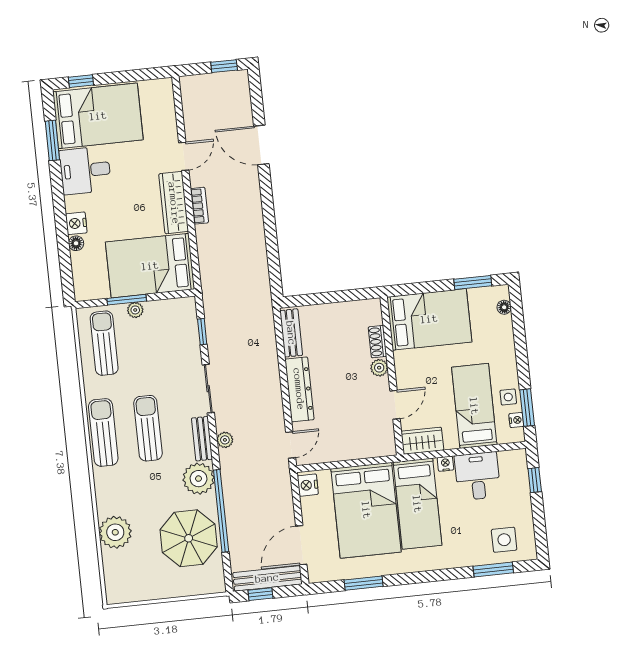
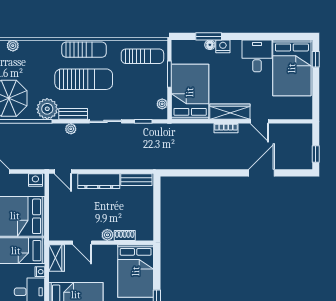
window: (52, 140) -> (209, 36), moved
plant: (135, 310) -> (162, 104), moved
sun lounger: (148, 428) -> (84, 79), width x1.36, depth x1.34
plant: (115, 532) -> (13, 46), width x0.53, depth x0.53

